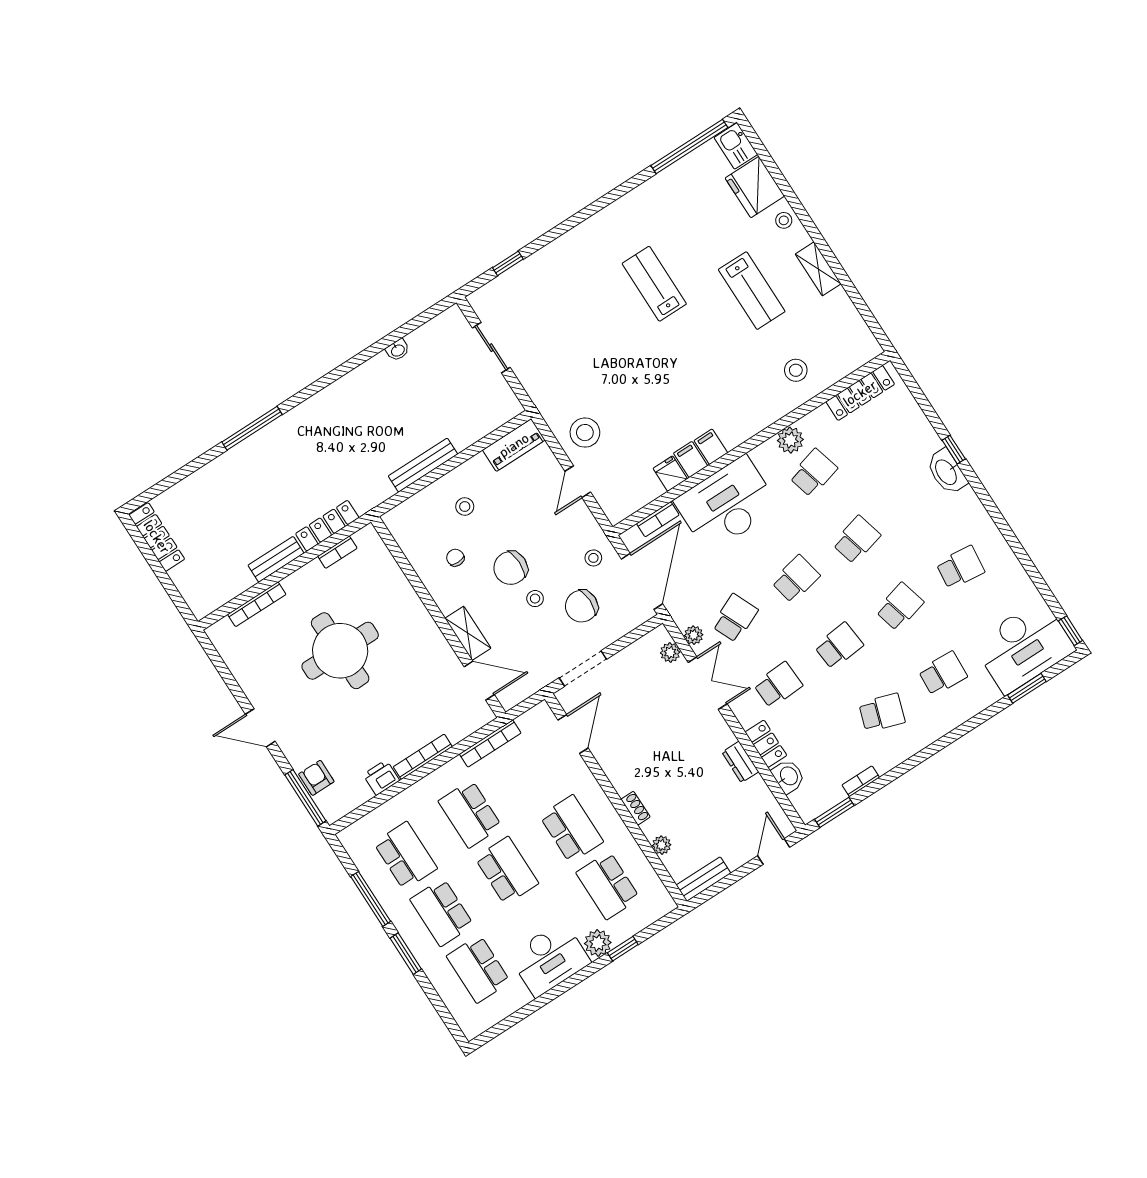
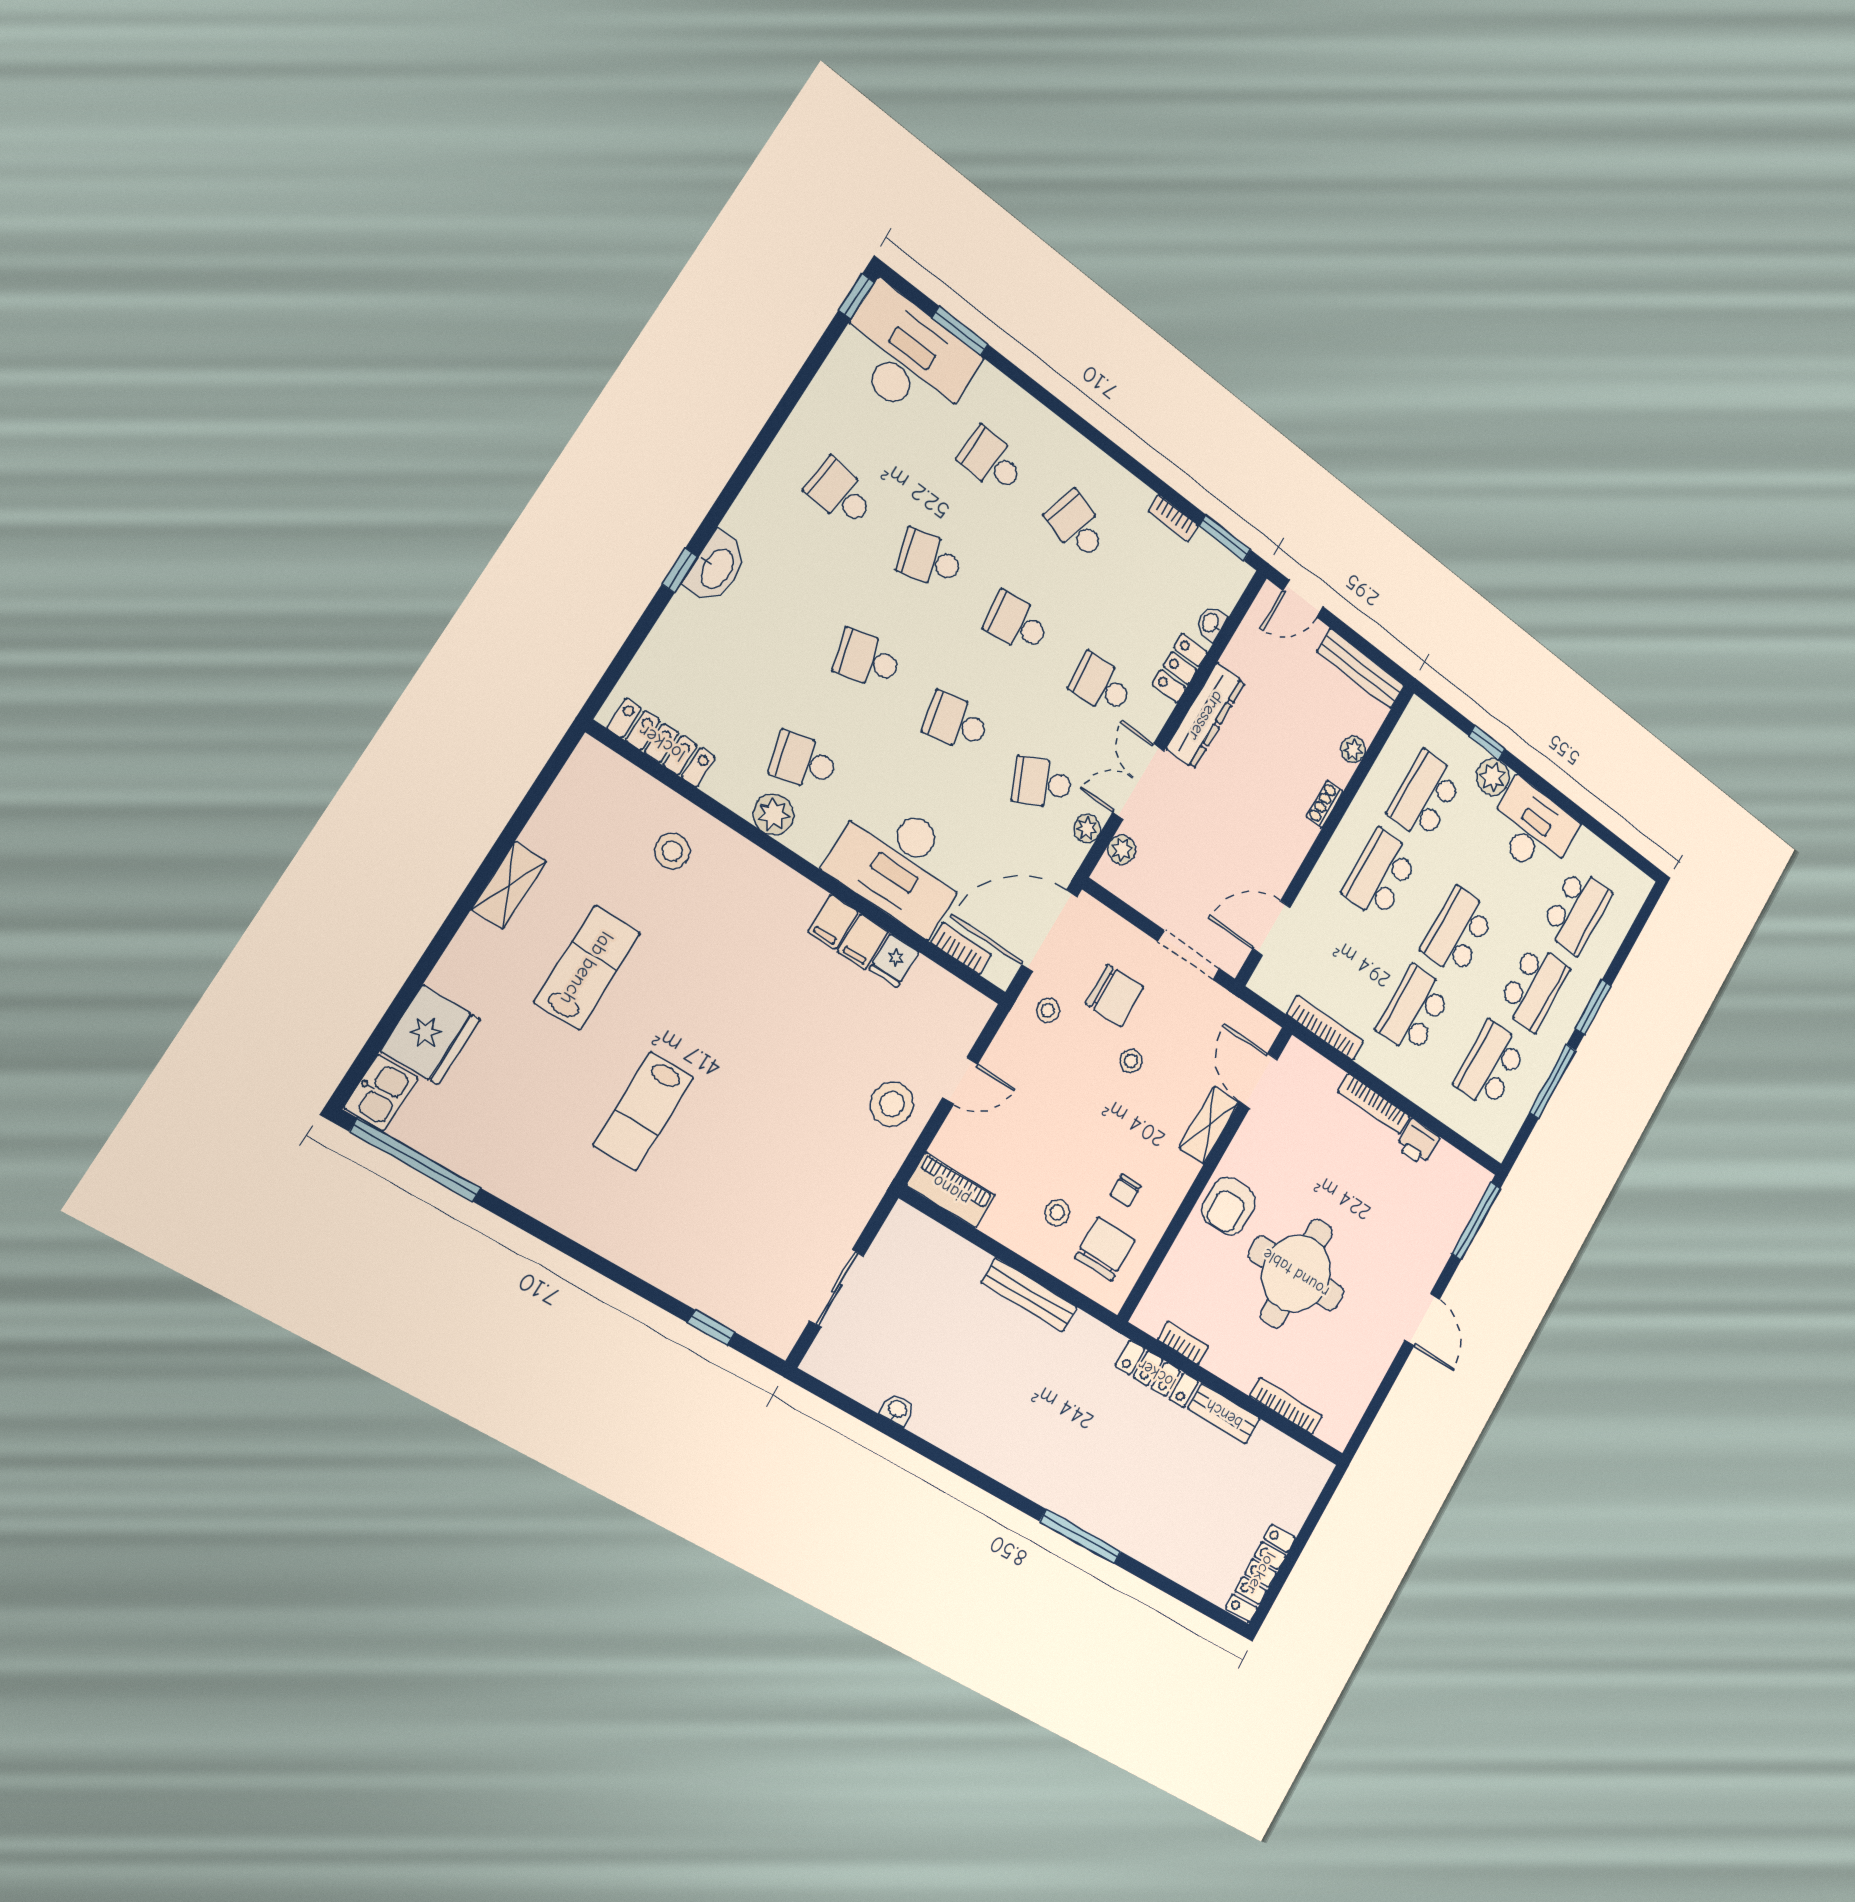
stool: (784, 220) -> (460, 969), removed
chair: (511, 568) -> (1105, 1249), moved, turned -89
dresser: (740, 762) -> (1206, 716), width x1.96, depth x1.24
washbasin: (788, 776) -> (1211, 623), width x0.72, depth x0.69
armchair: (316, 778) -> (1229, 1206), moved, width x1.38, depth x1.38
school desk: (470, 814) -> (1414, 1011), turned 180
bench: (703, 879) -> (1361, 669), width x1.36
school desk: (608, 885) -> (1425, 796), turned 180

